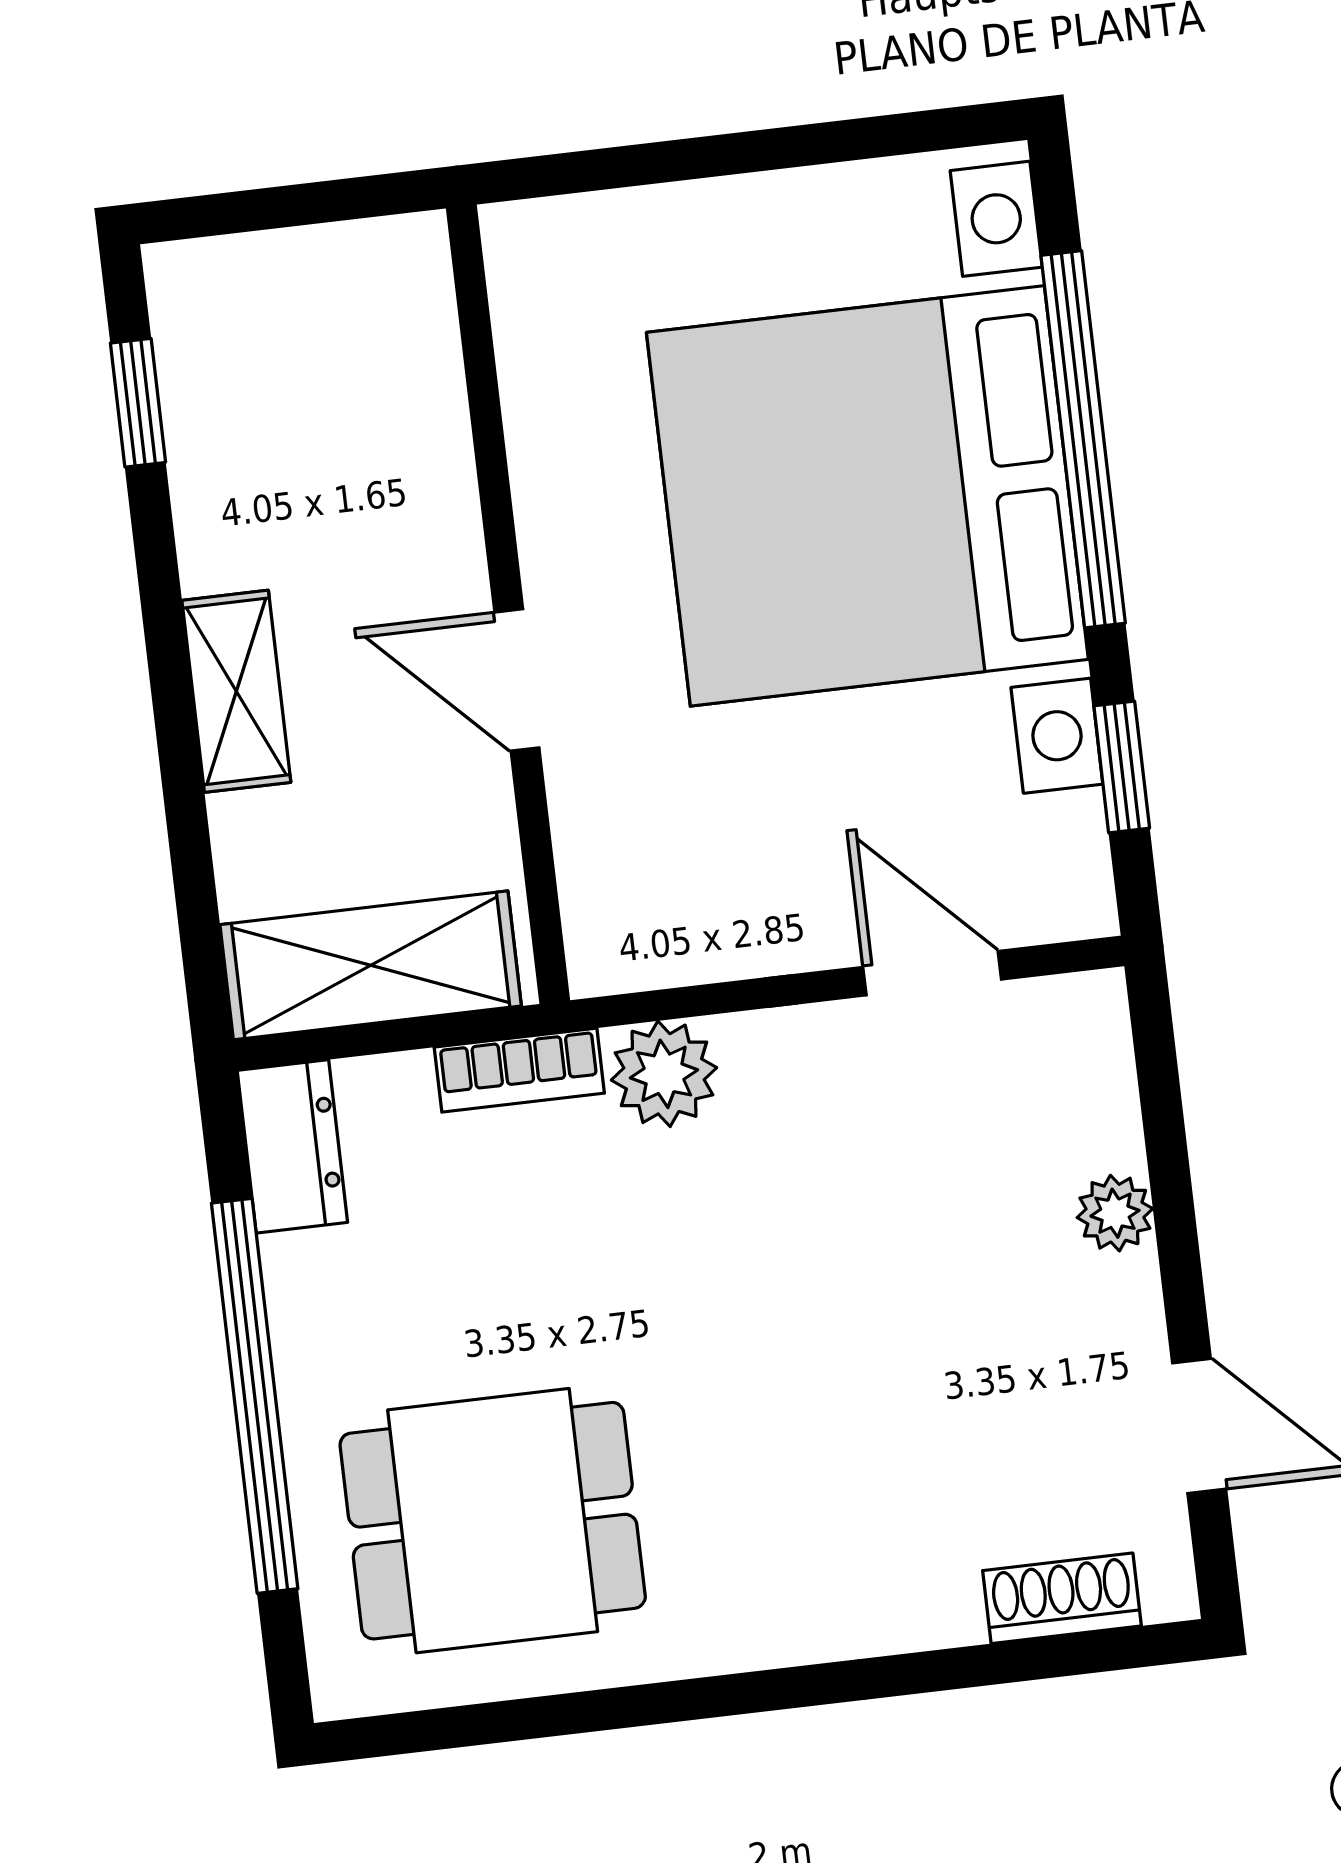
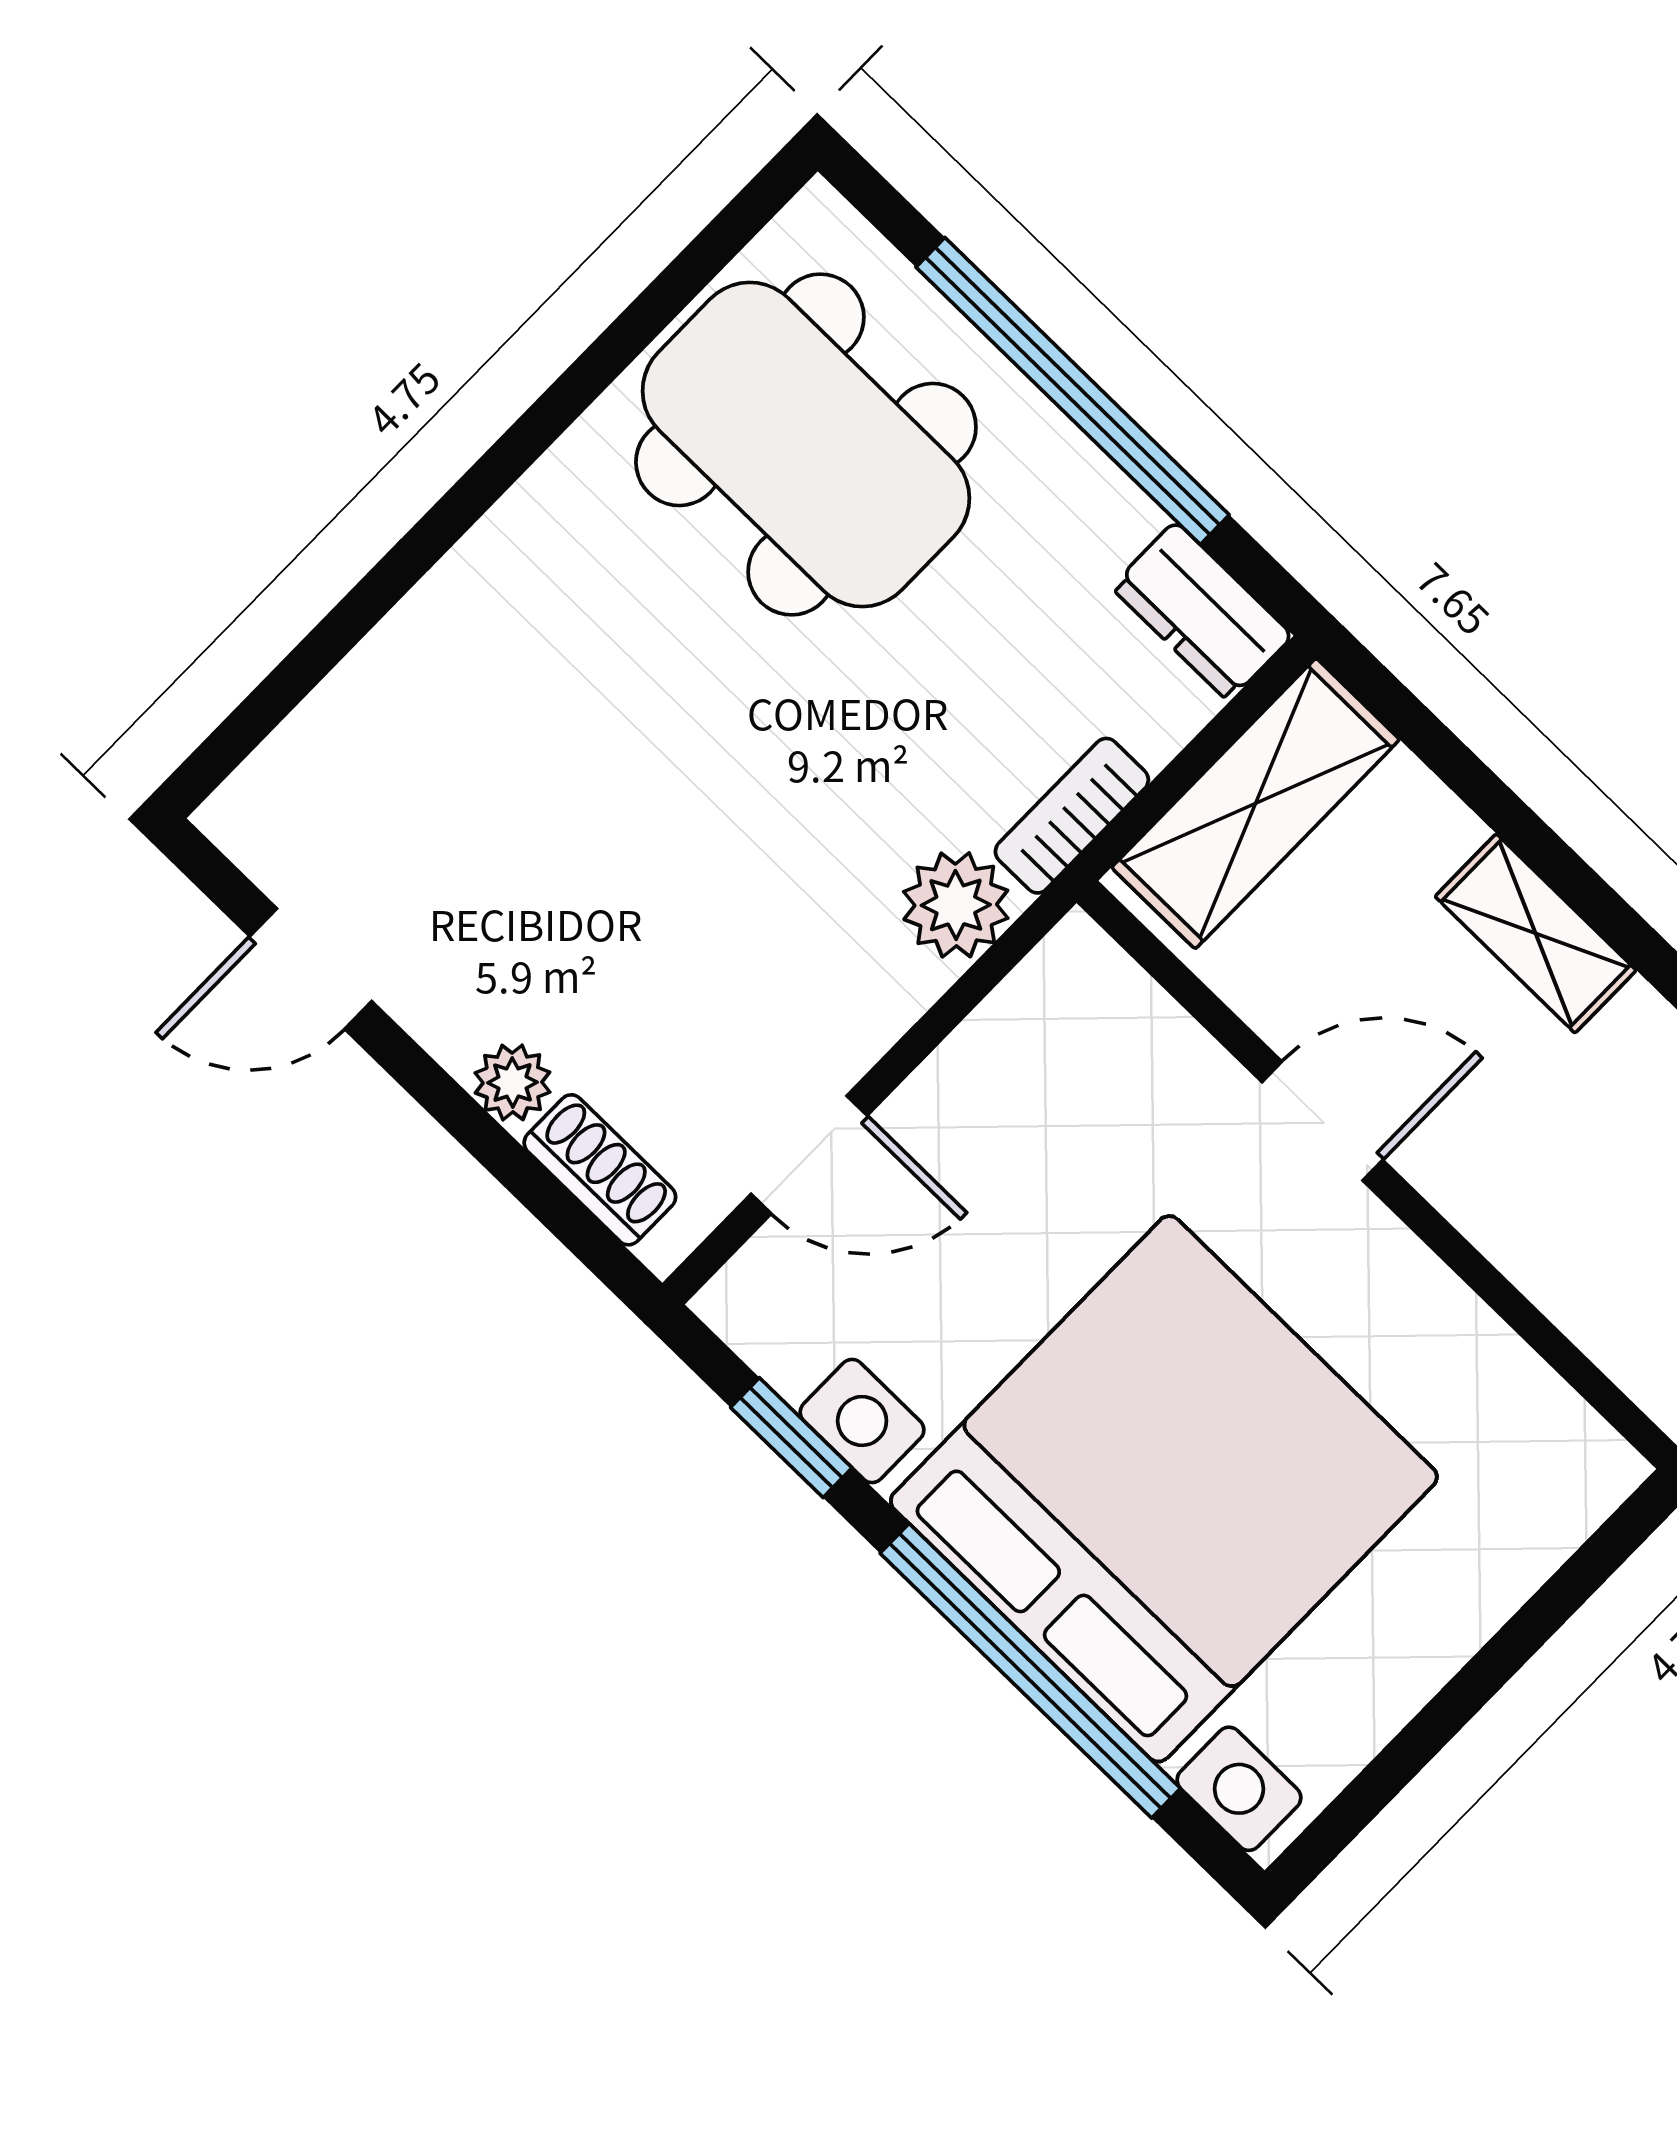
dining table: (493, 1521) -> (806, 445), width x1.37
shoe rack: (1062, 1598) -> (600, 1170), moved, turned -90

